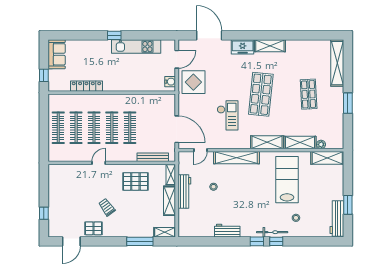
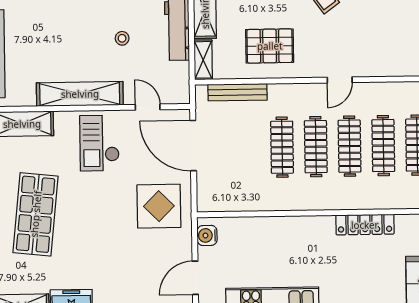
display table: (193, 82) -> (159, 206), moved
checkout: (228, 115) -> (99, 143), moved
door: (201, 150) -> (148, 107), hinge flipped

